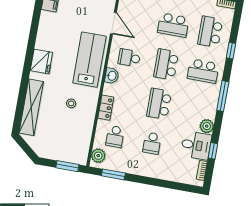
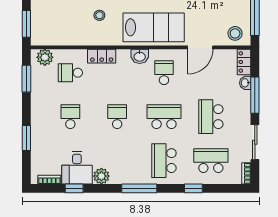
school desk: (159, 104) -> (117, 117), width x0.54
school desk: (152, 143) -> (70, 117), turned 90
window: (163, 183) -> (26, 138), added

